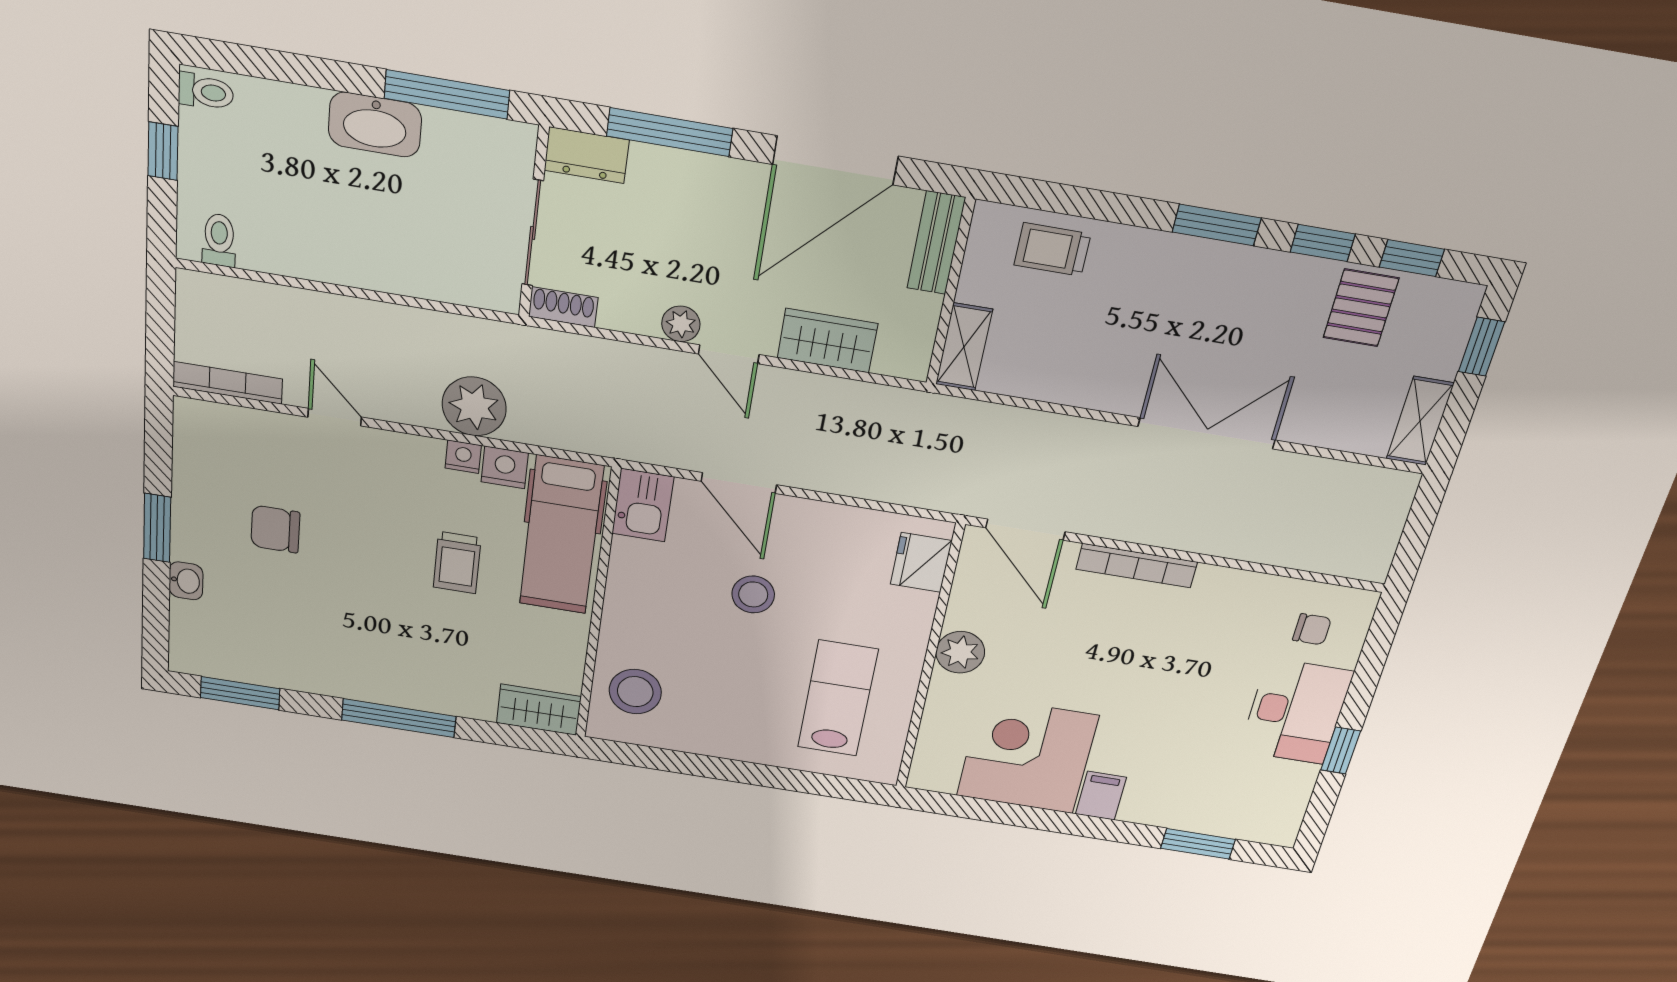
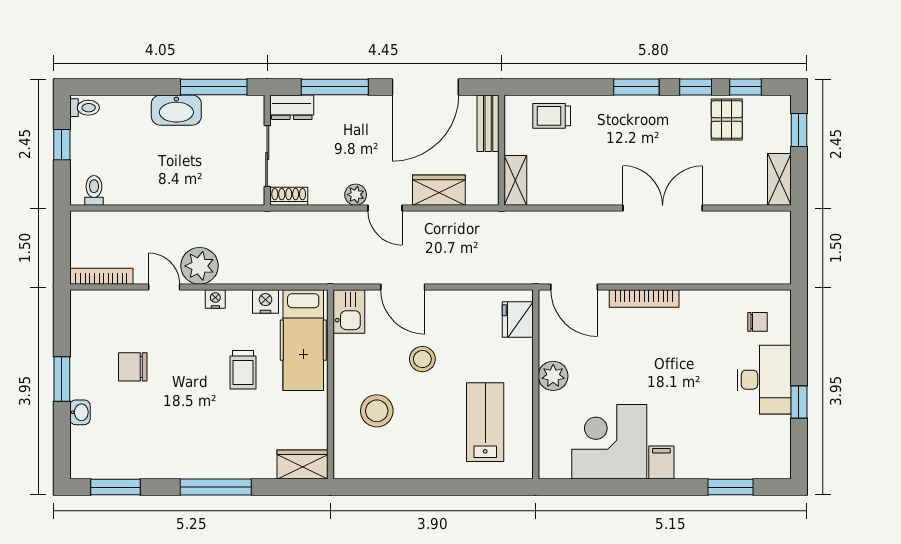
plant: (474, 406) -> (200, 266), moved
nightstand: (463, 457) -> (215, 299), moved
stool: (635, 692) -> (377, 411), moved

